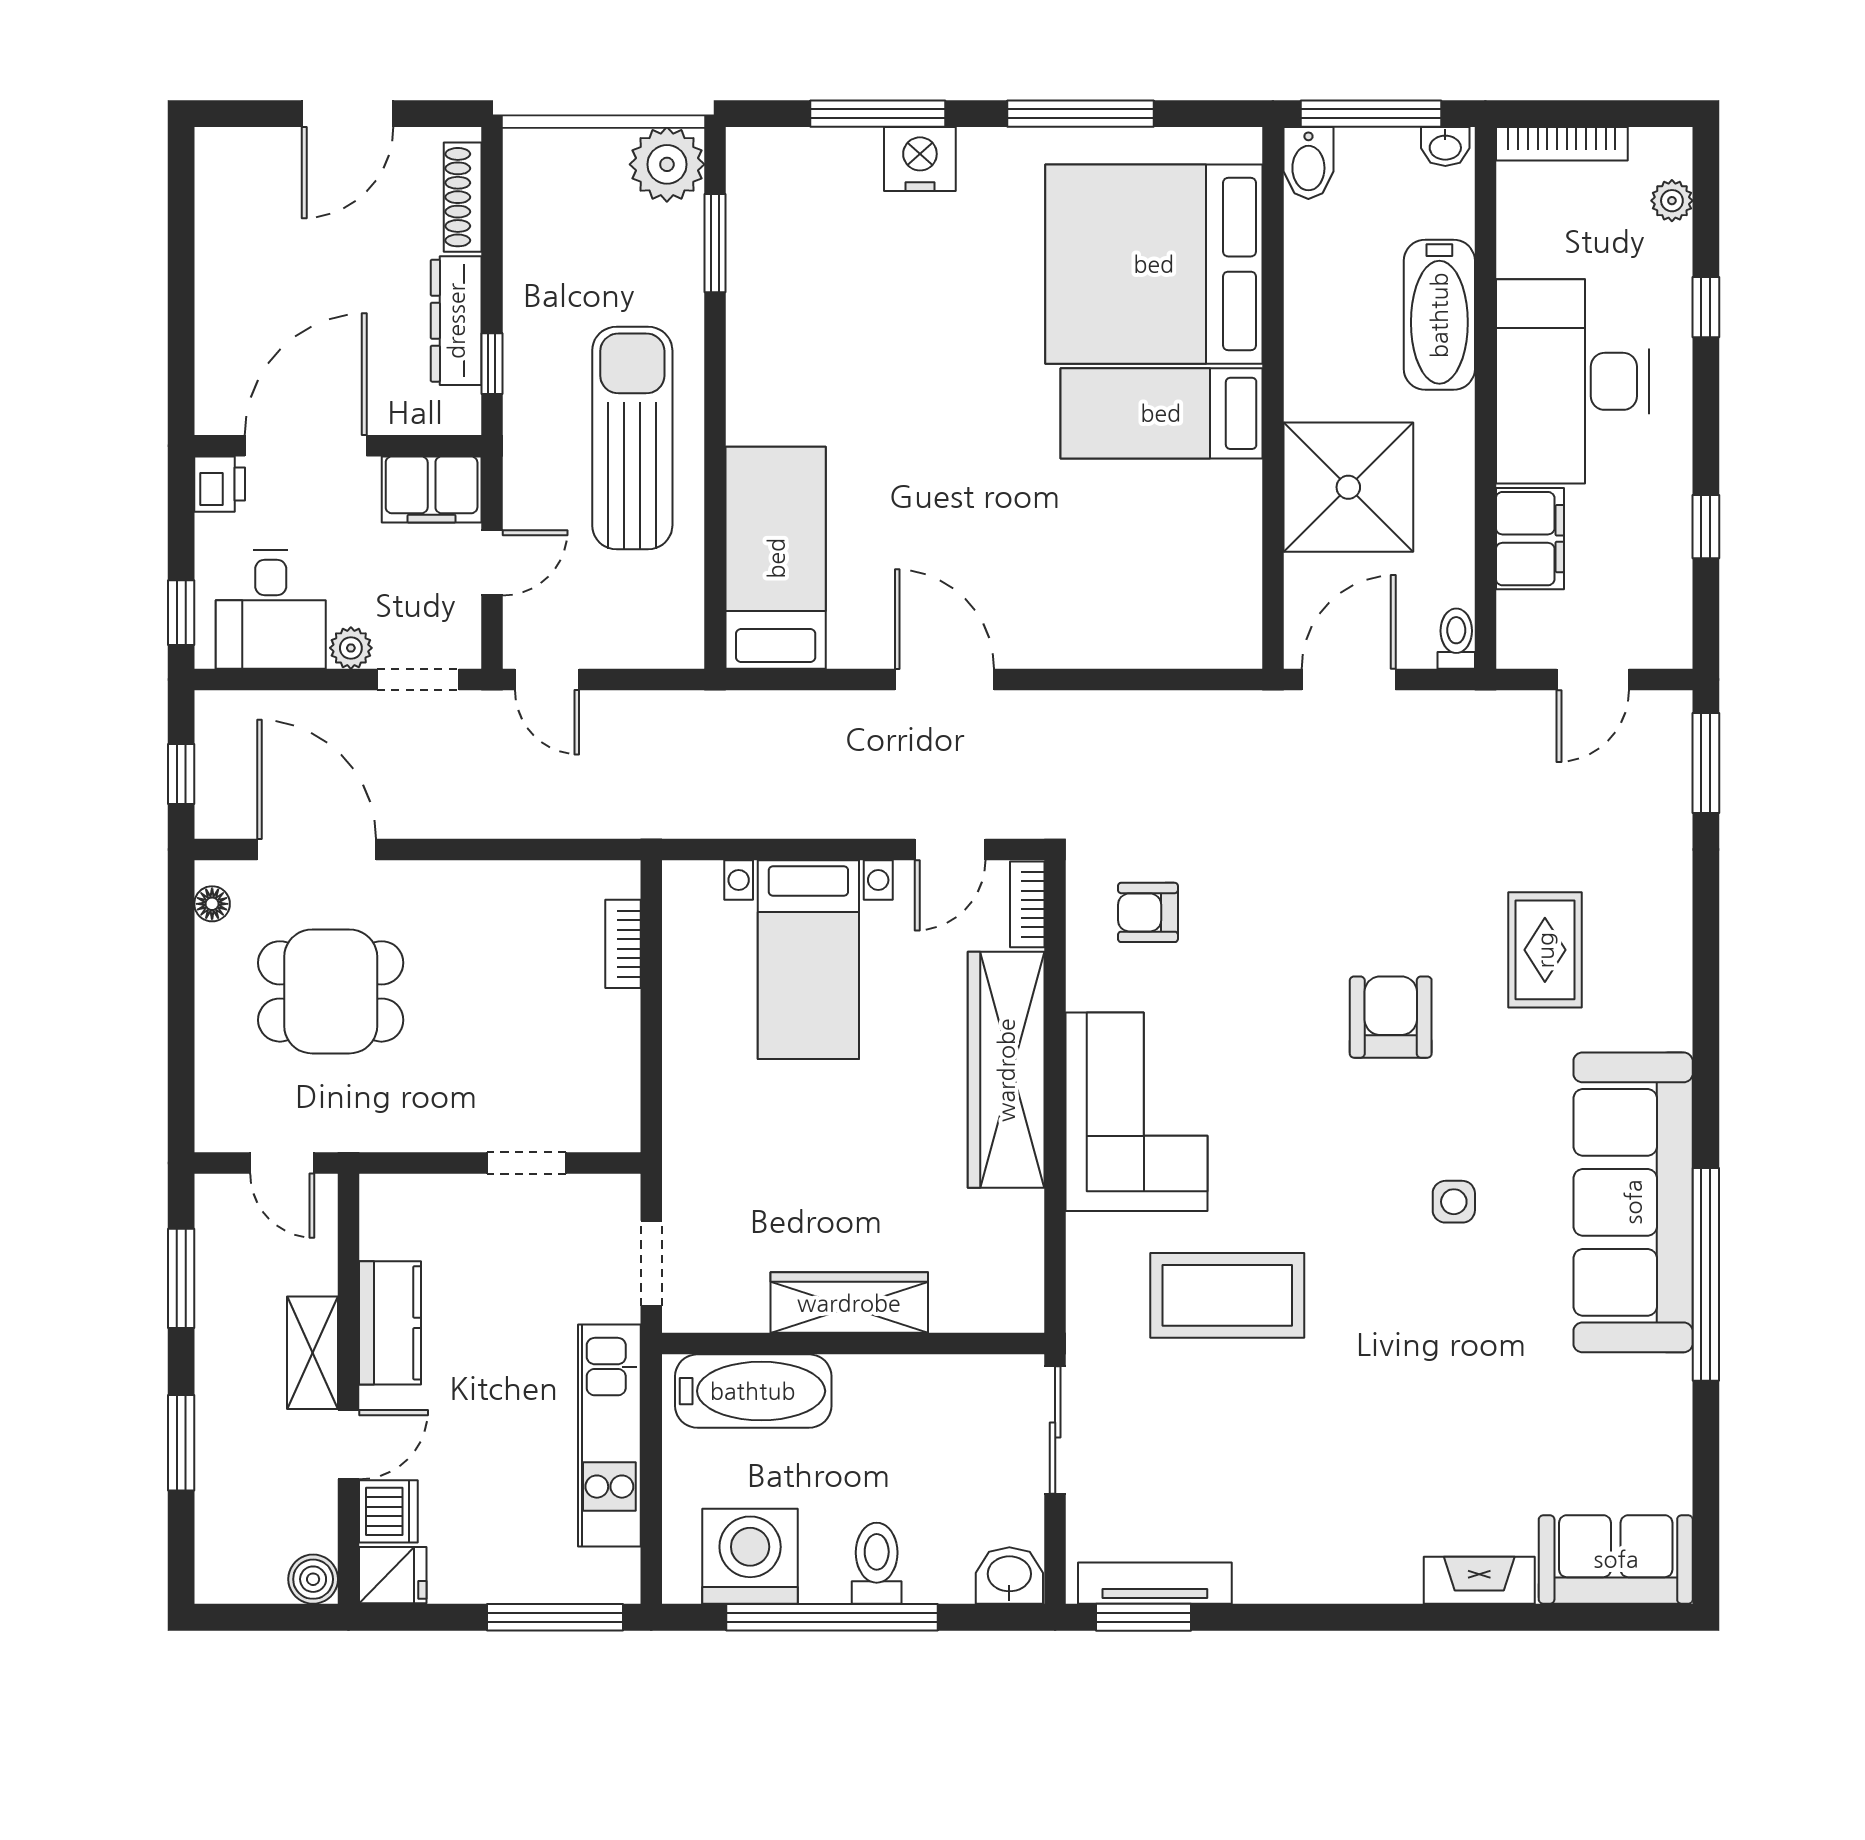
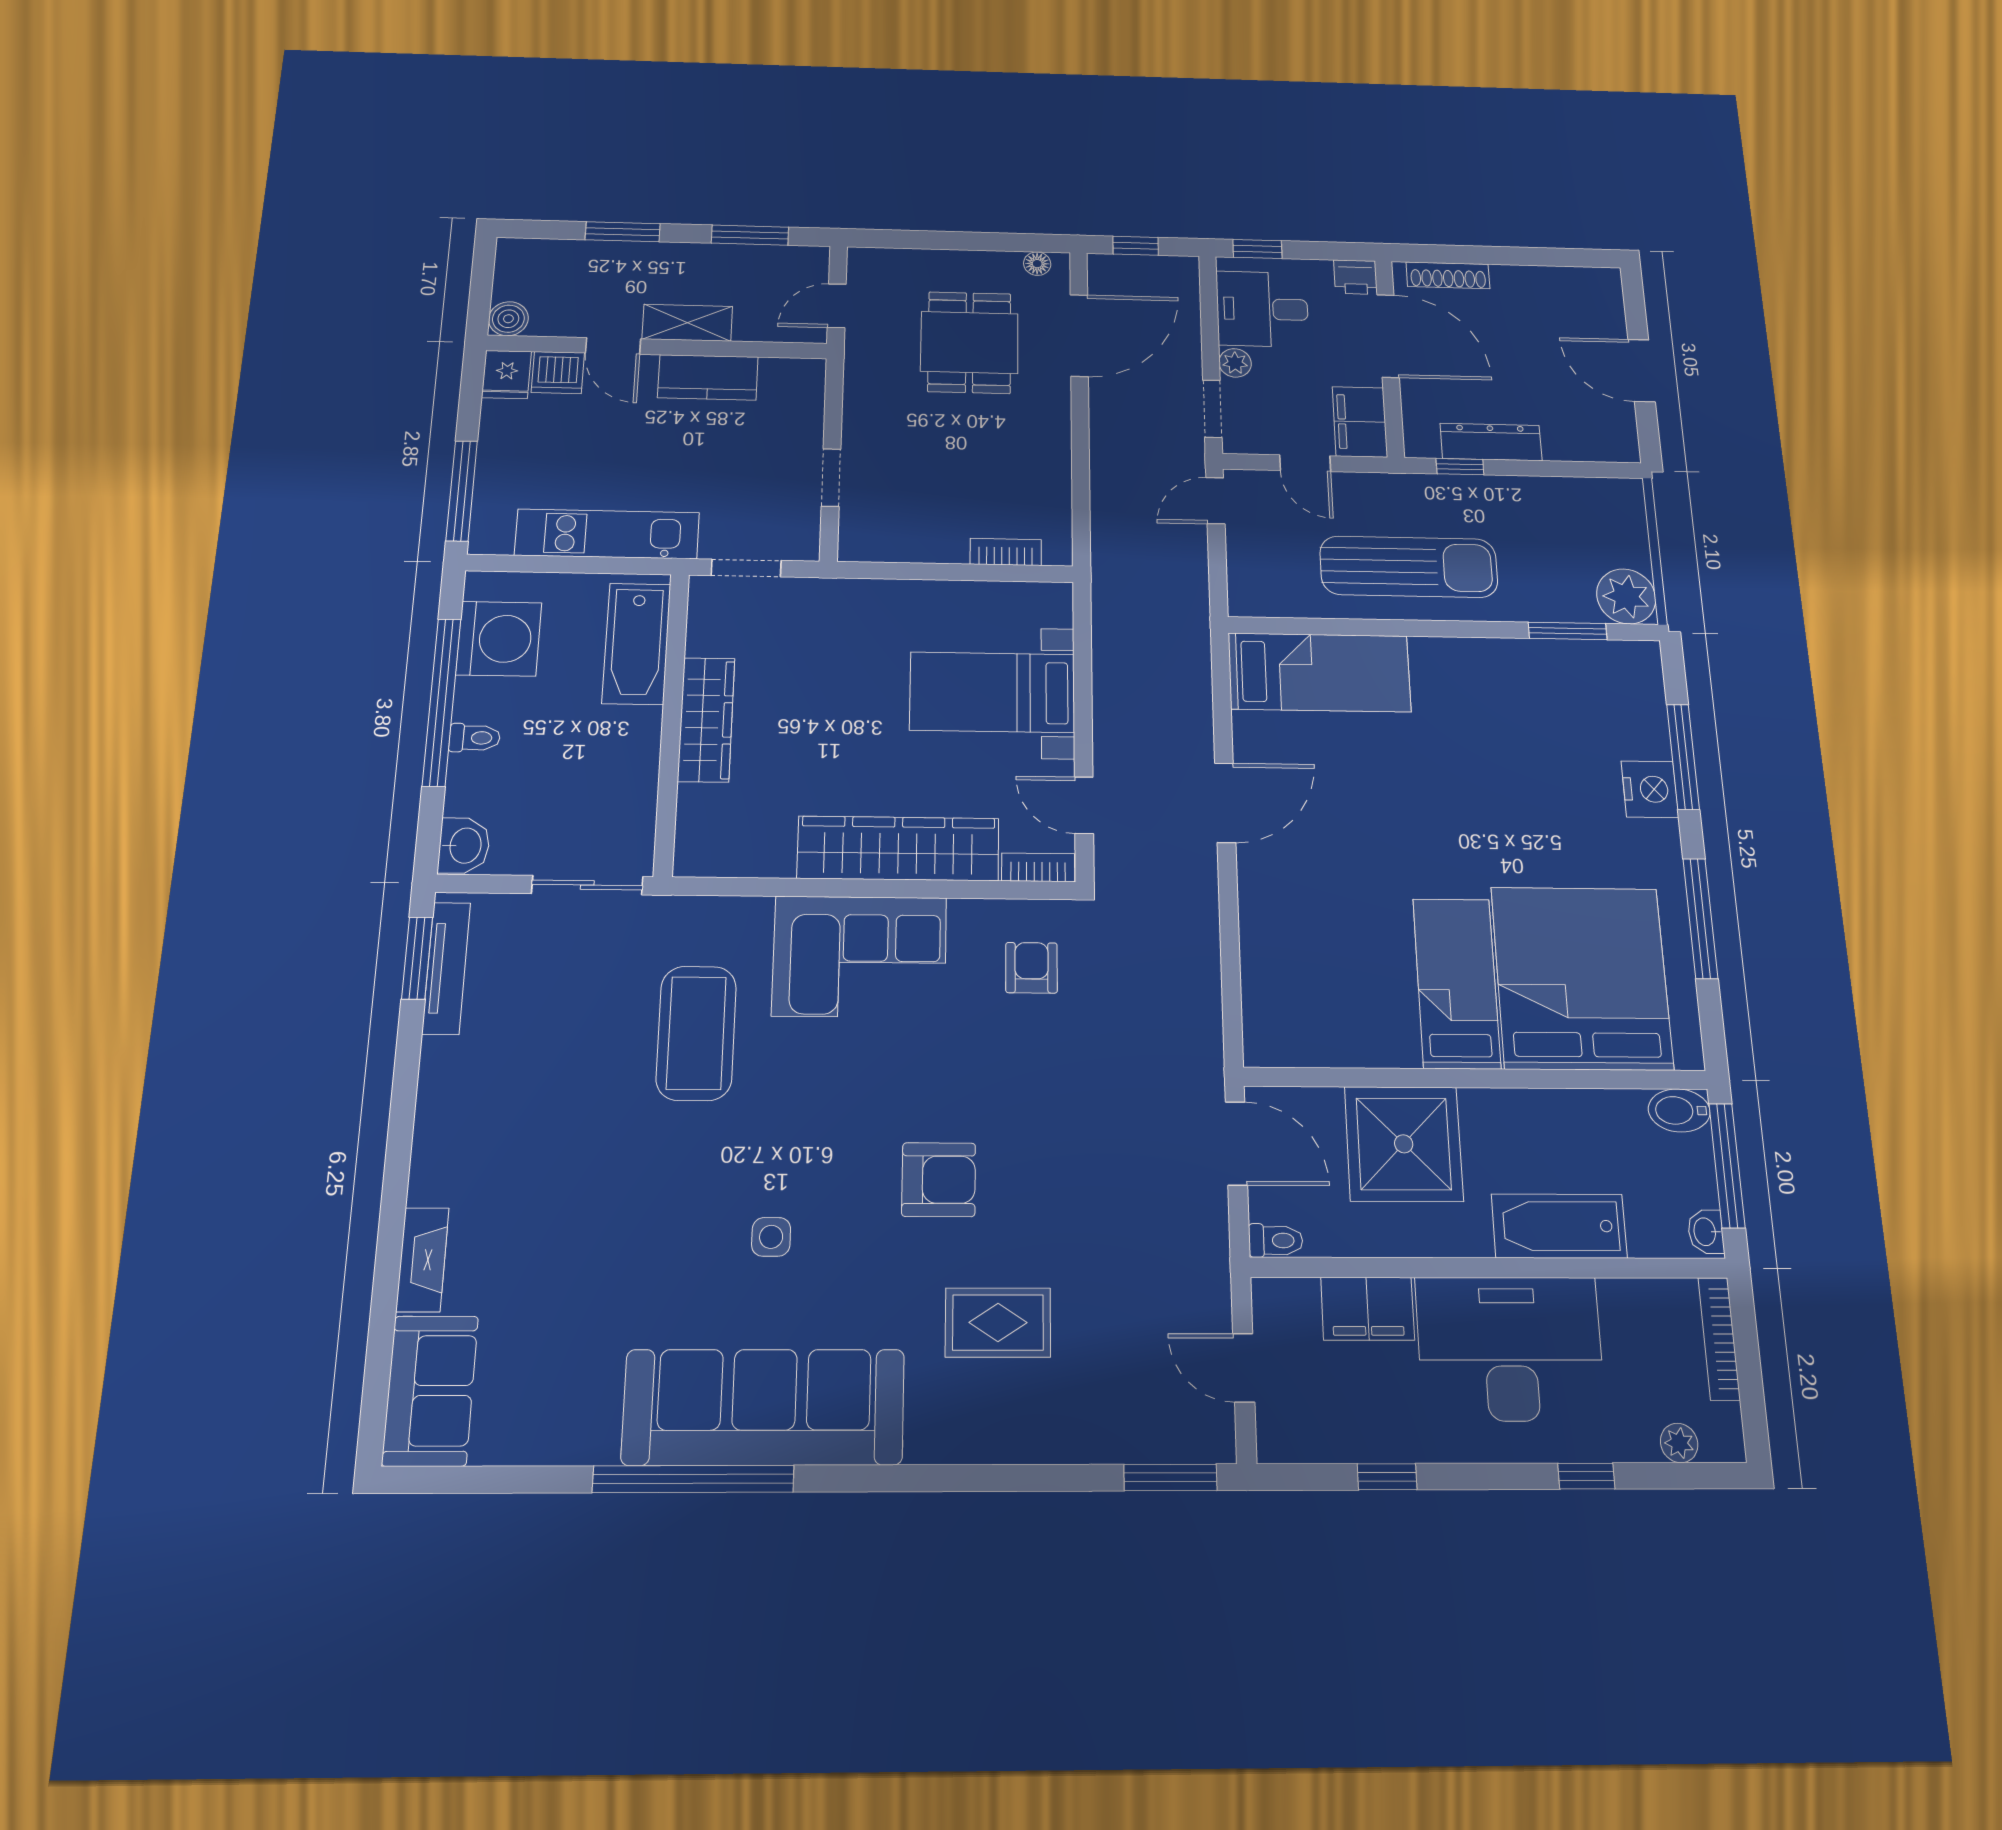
shoe rack: (463, 197) -> (1448, 275), moved, turned 180
toilet: (877, 1563) -> (475, 738), width x0.73, depth x0.72

